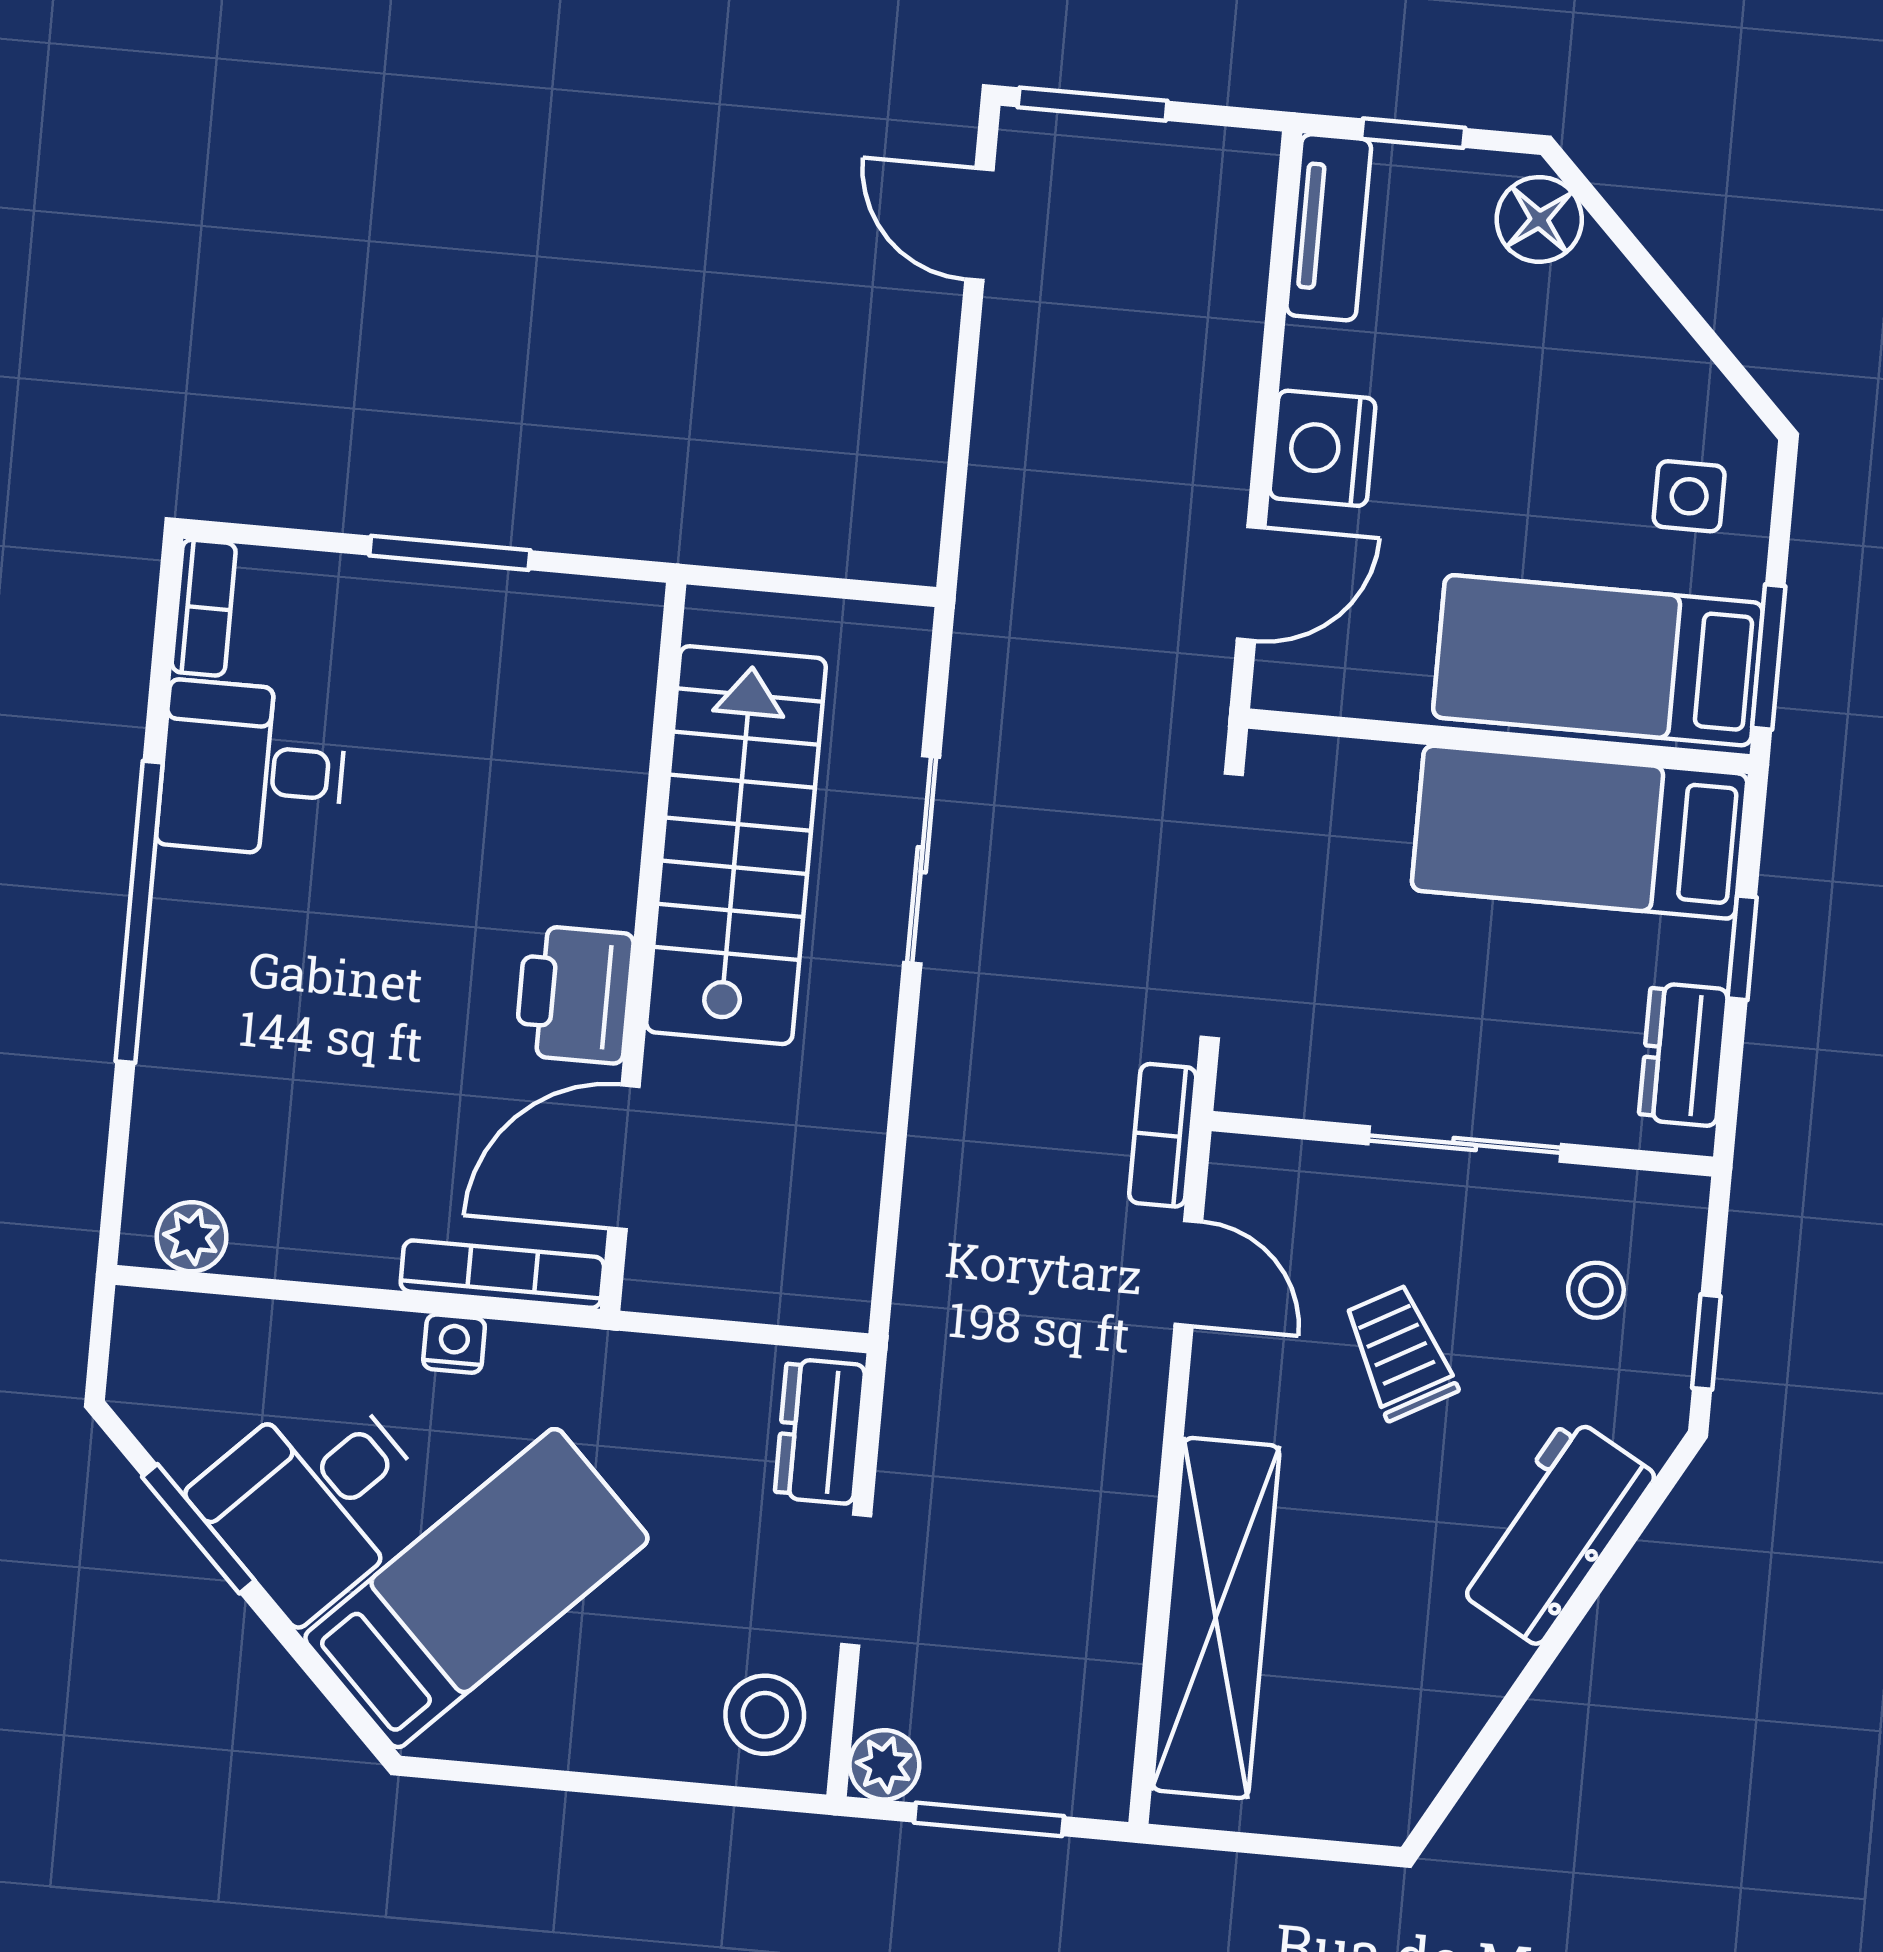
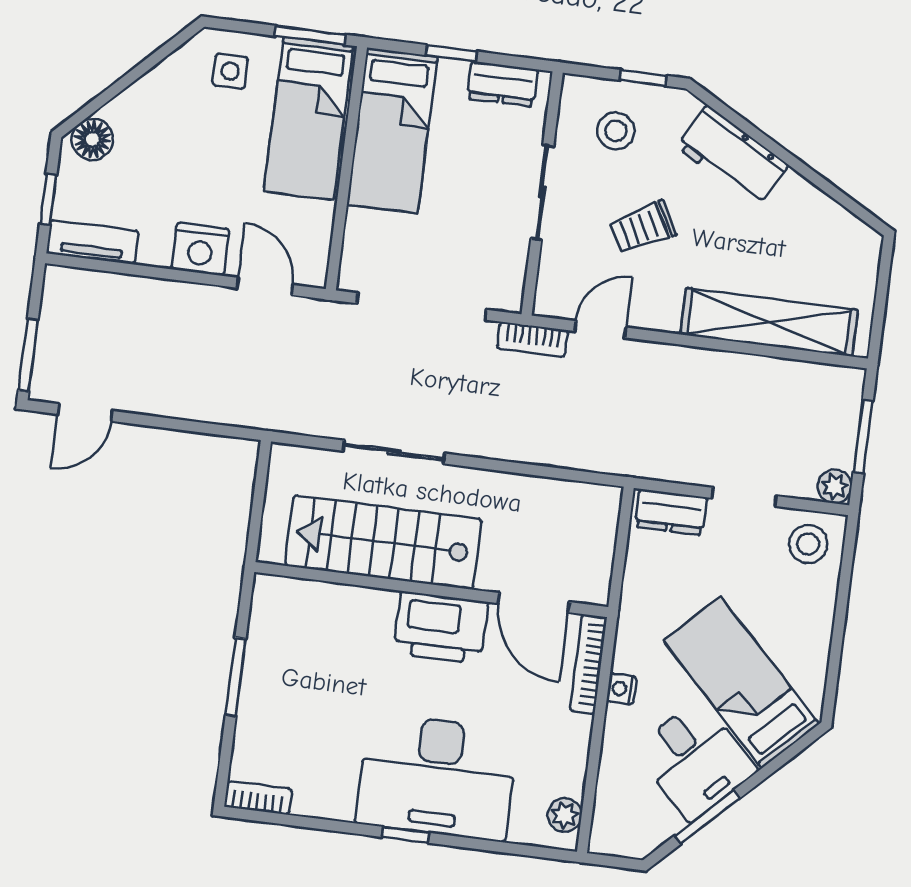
desk: (252, 769) -> (437, 777), moved, width x1.87, depth x1.30
window: (139, 912) -> (405, 835), width x0.32
printer: (574, 994) -> (441, 627), width x1.37, depth x1.19
stool: (1596, 1290) -> (616, 131), width x1.37, depth x1.37

